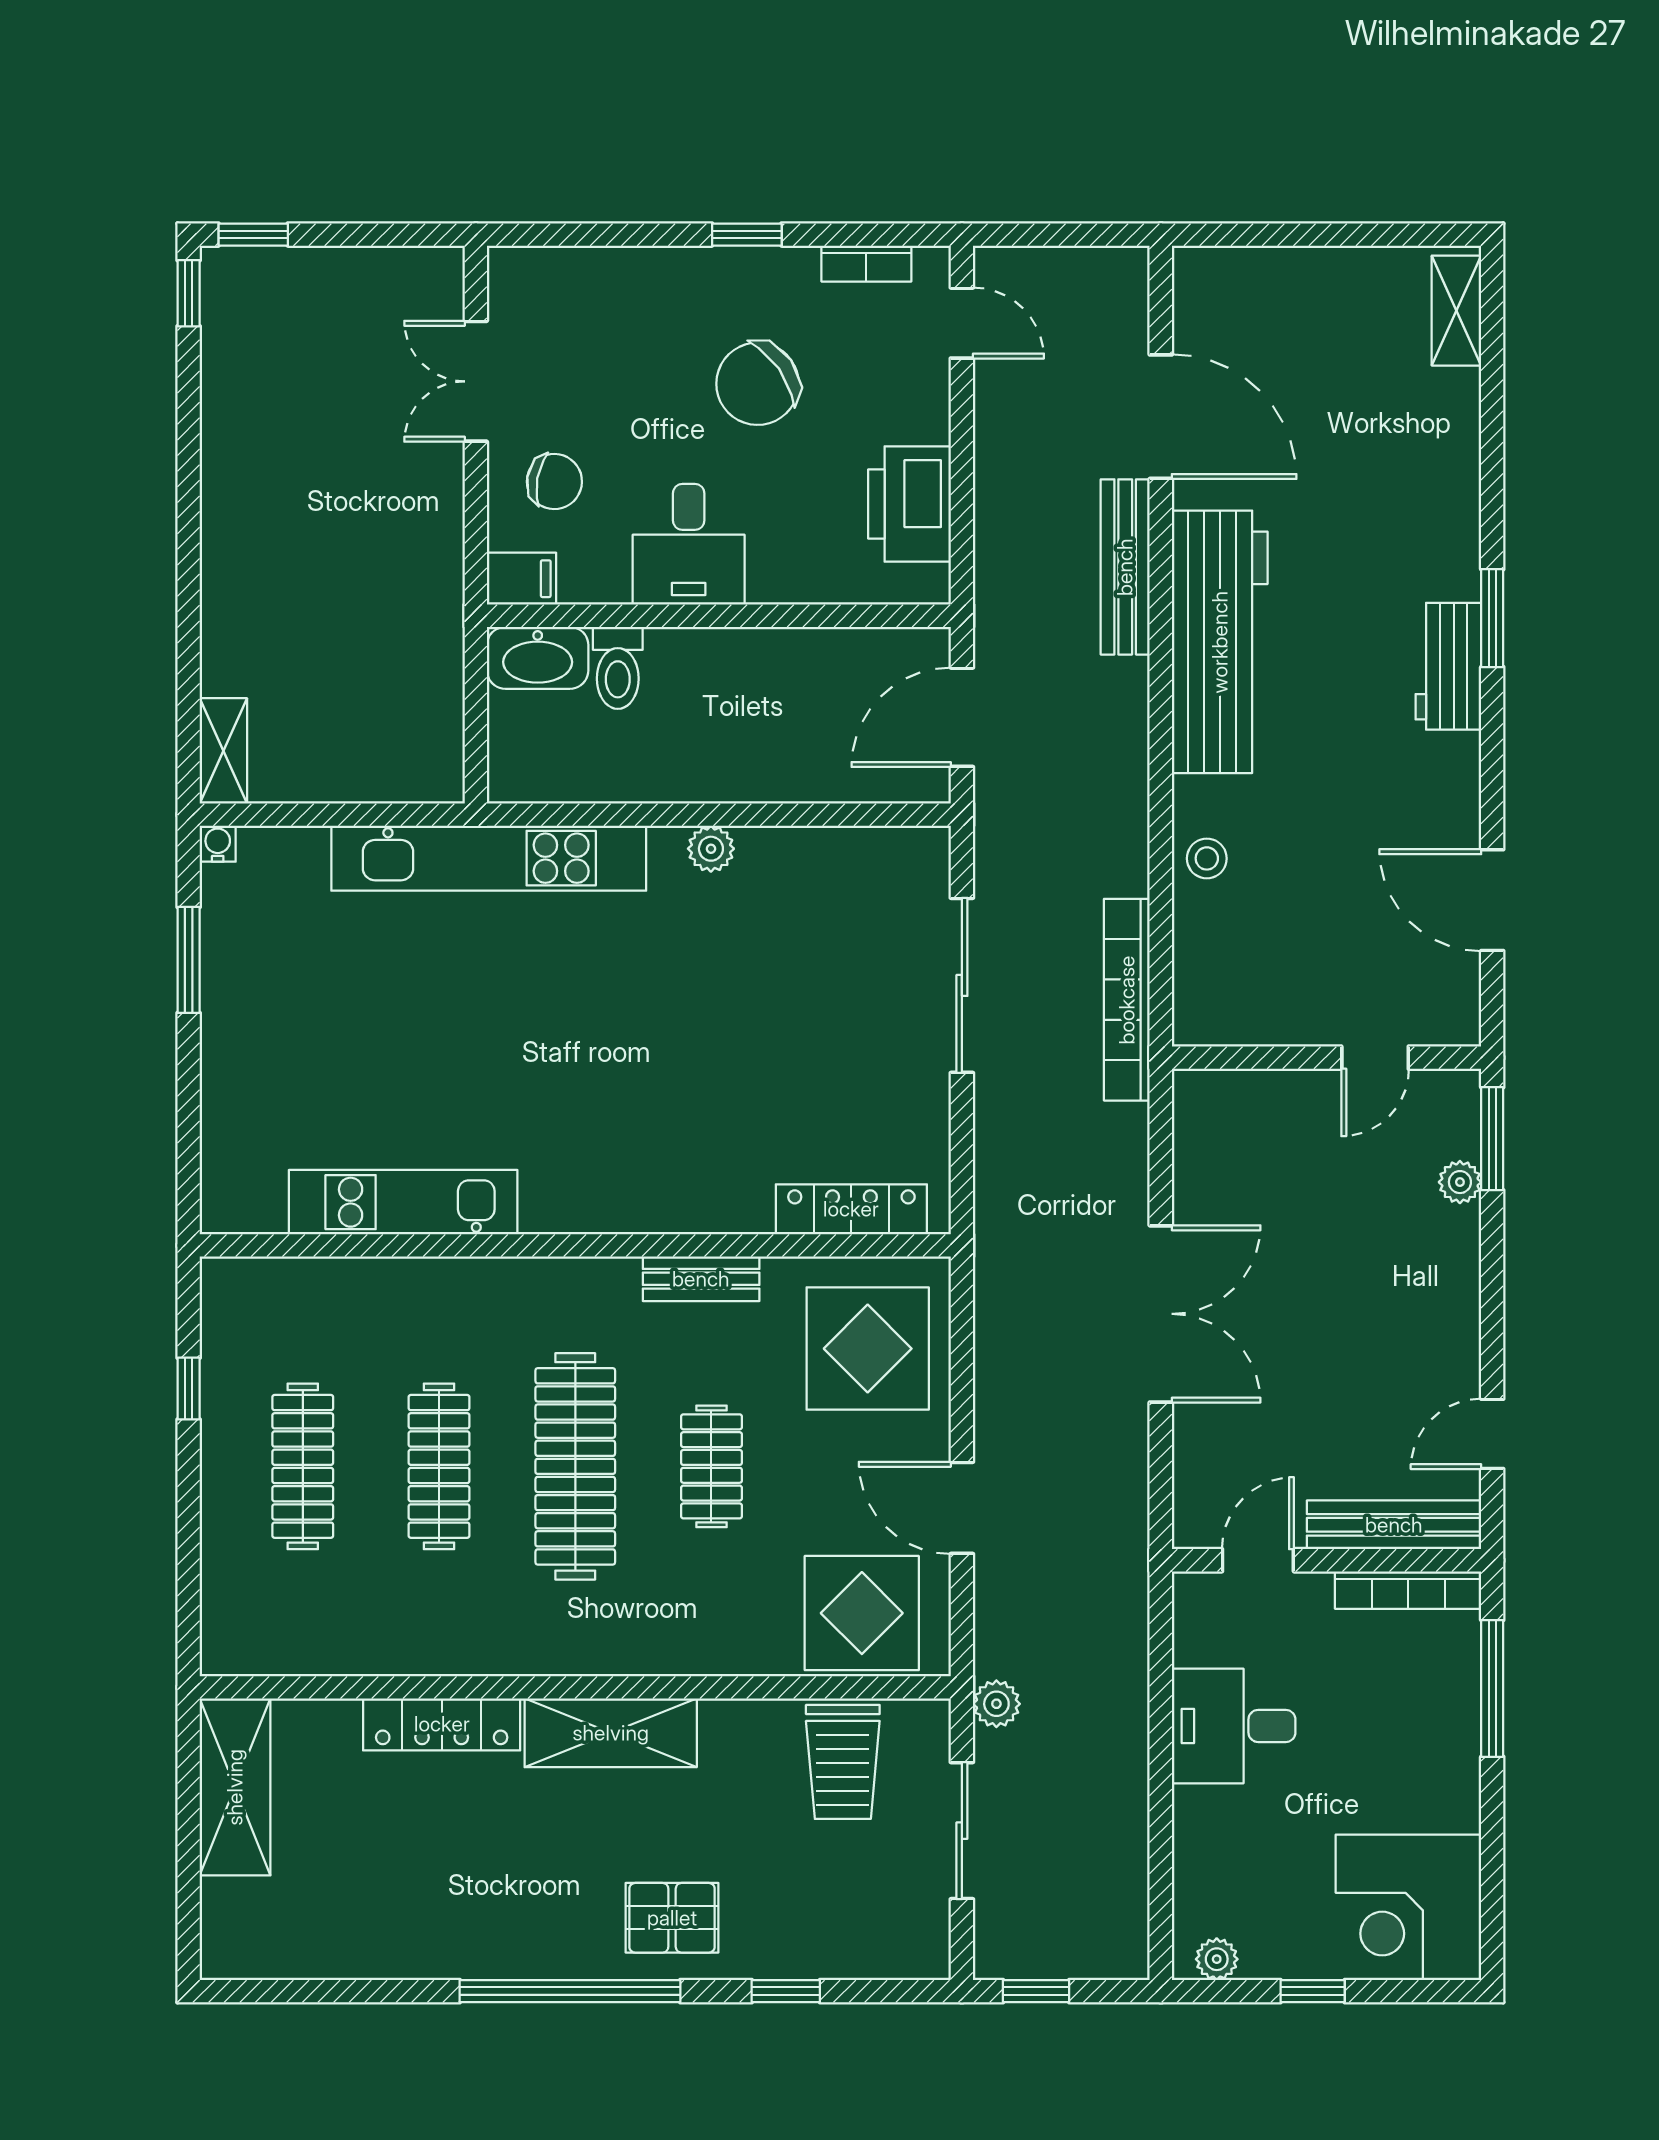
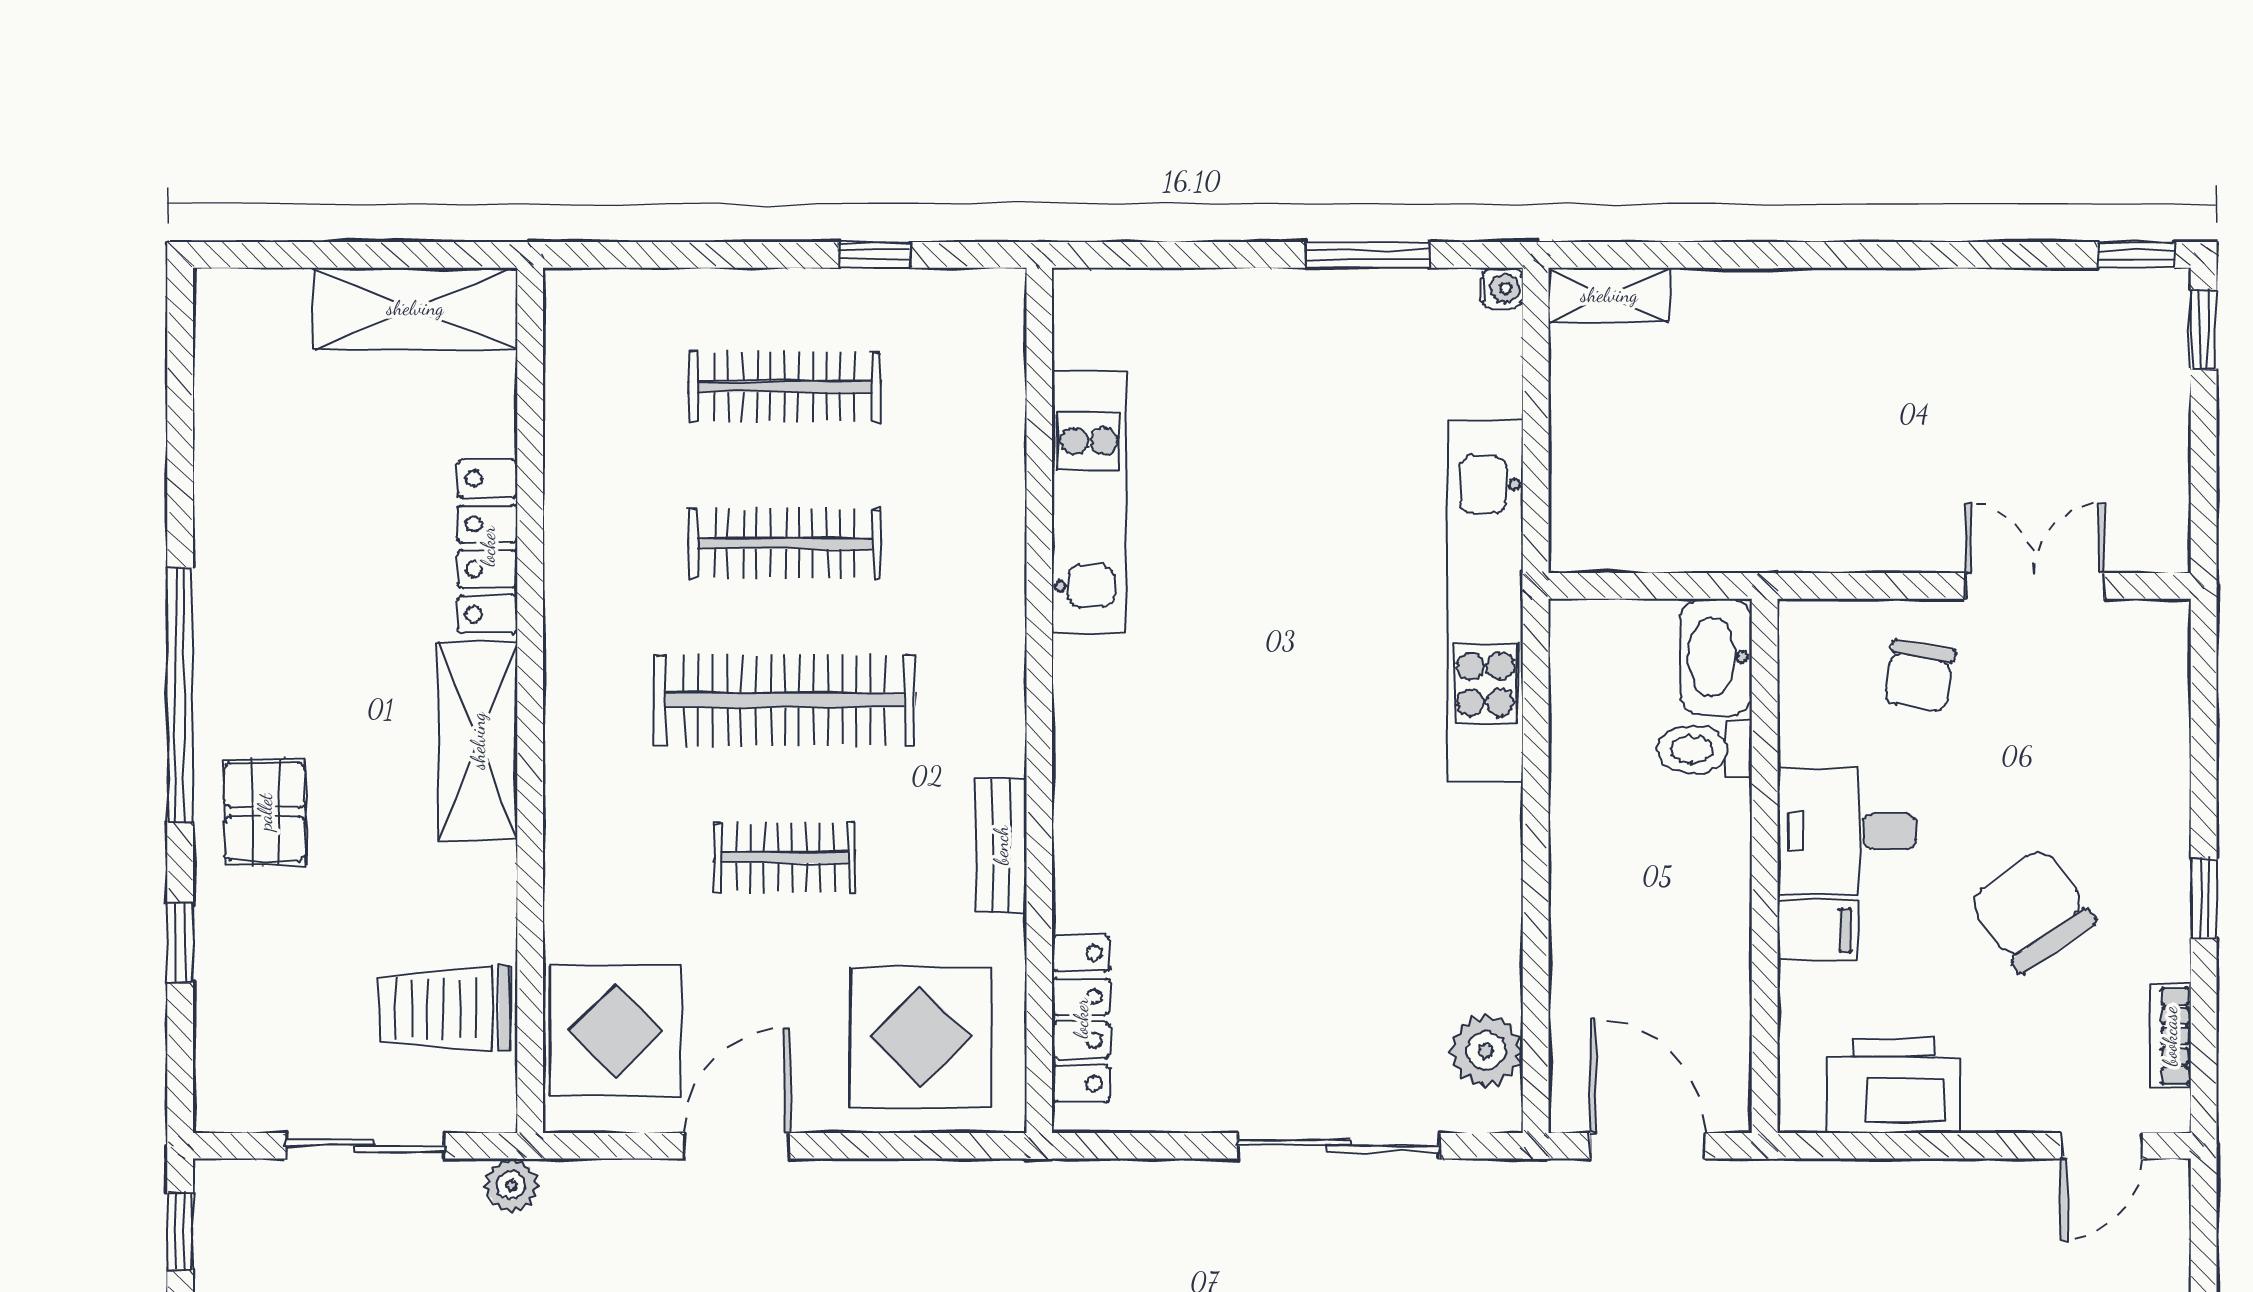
filing cabinet: (522, 579) -> (1817, 930), moved, turned -90
plant: (711, 849) -> (1486, 1051), moved, width x1.38, depth x1.38

